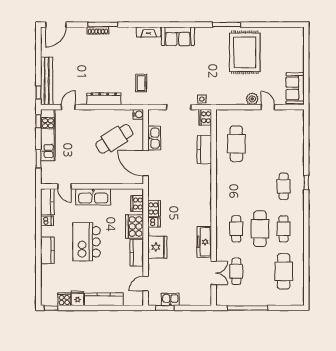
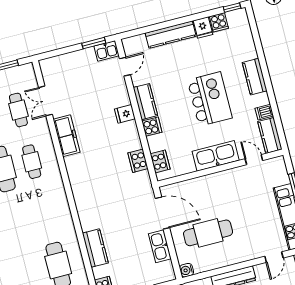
cafe table: (114, 139) -> (208, 233), turned 32
dishwasher: (154, 222) -> (134, 144), removed
cooker: (135, 226) -> (152, 127), width x0.53, depth x0.76
fridge: (157, 247) -> (125, 114), width x0.53, depth x0.75
kitchen sink: (170, 299) -> (107, 51), moved

